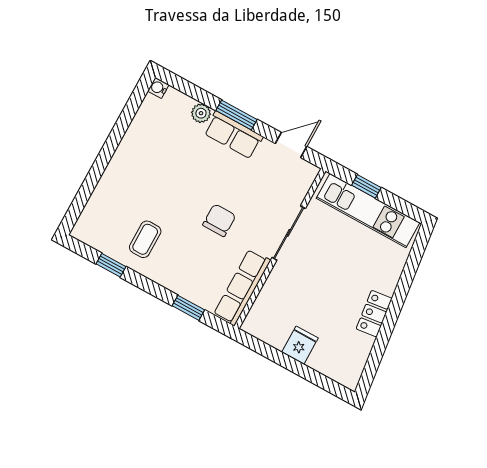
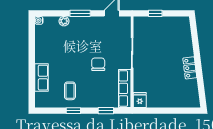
row of seats: (233, 135) -> (41, 78), moved, turned -90
kitchen unit: (368, 210) -> (162, 24), removed
window: (111, 265) -> (73, 111), moved
fridge: (300, 345) -> (140, 100), moved

